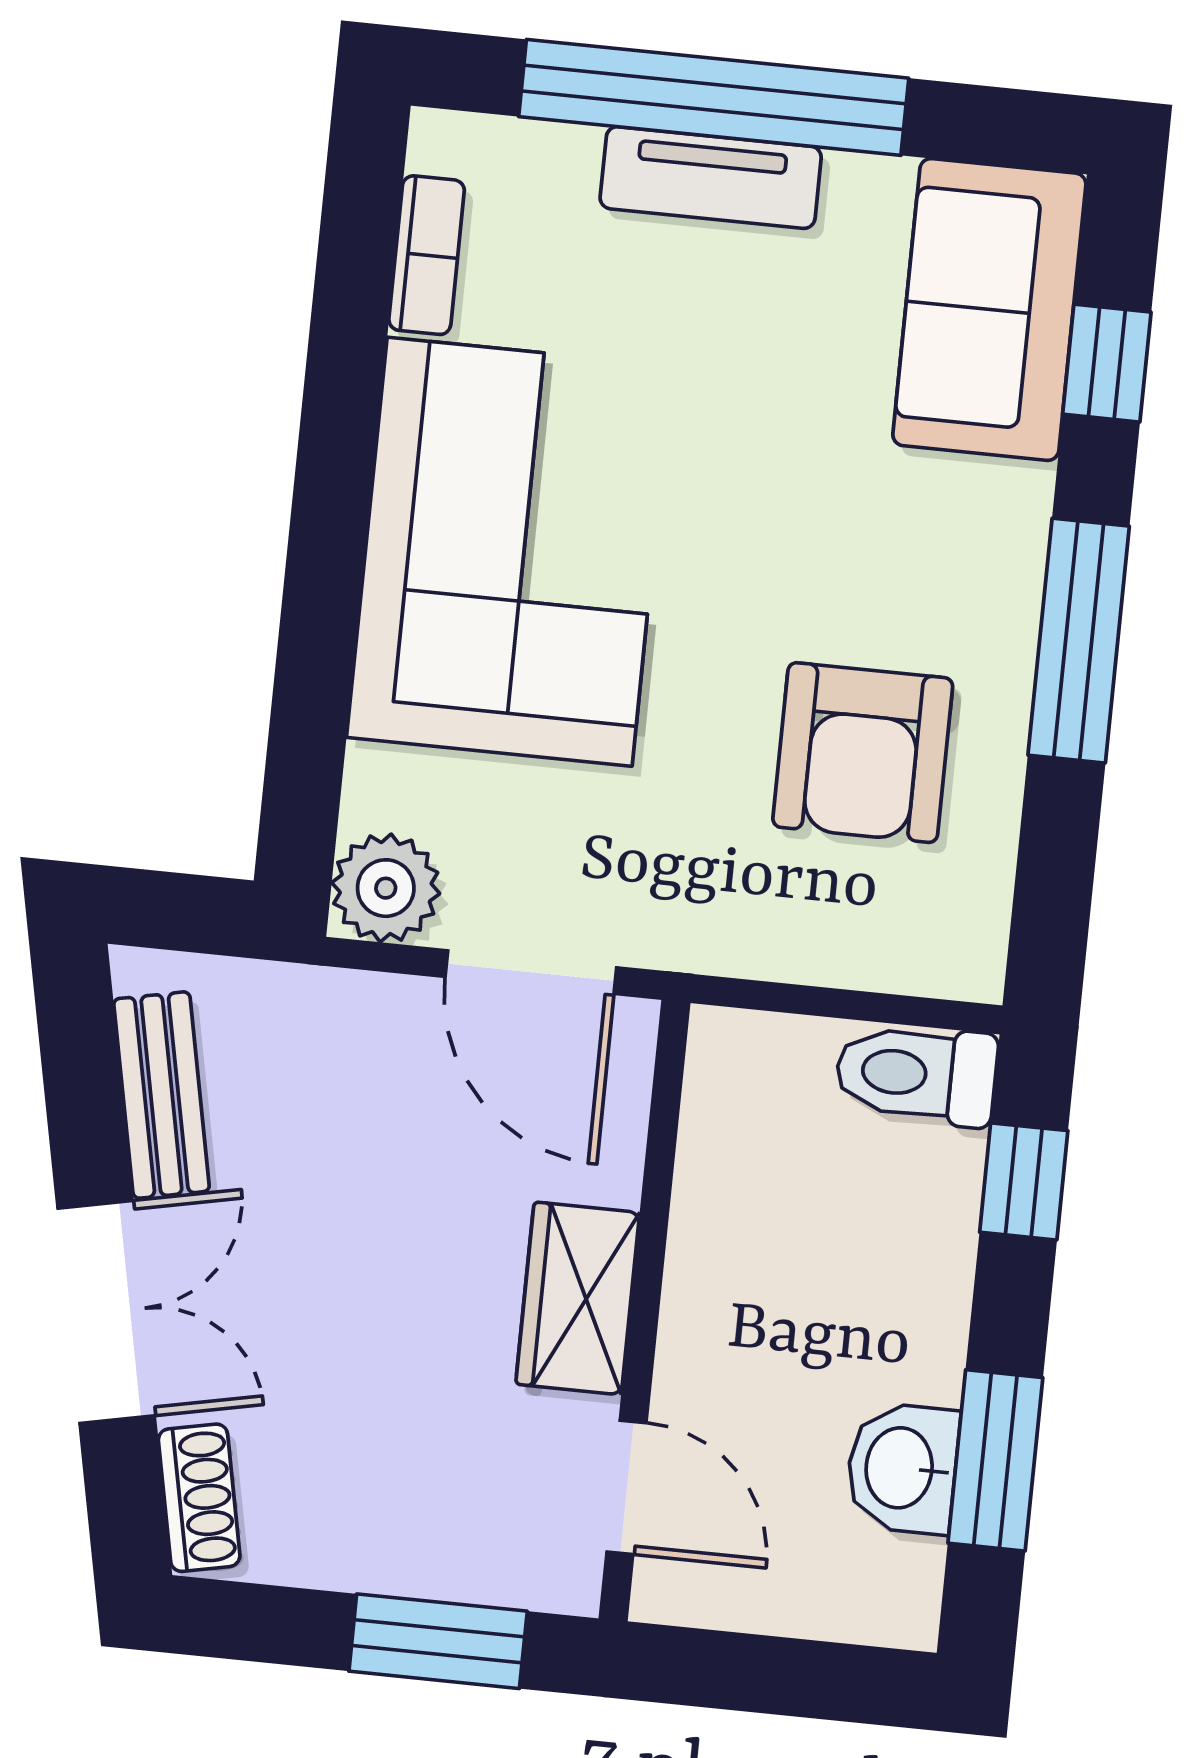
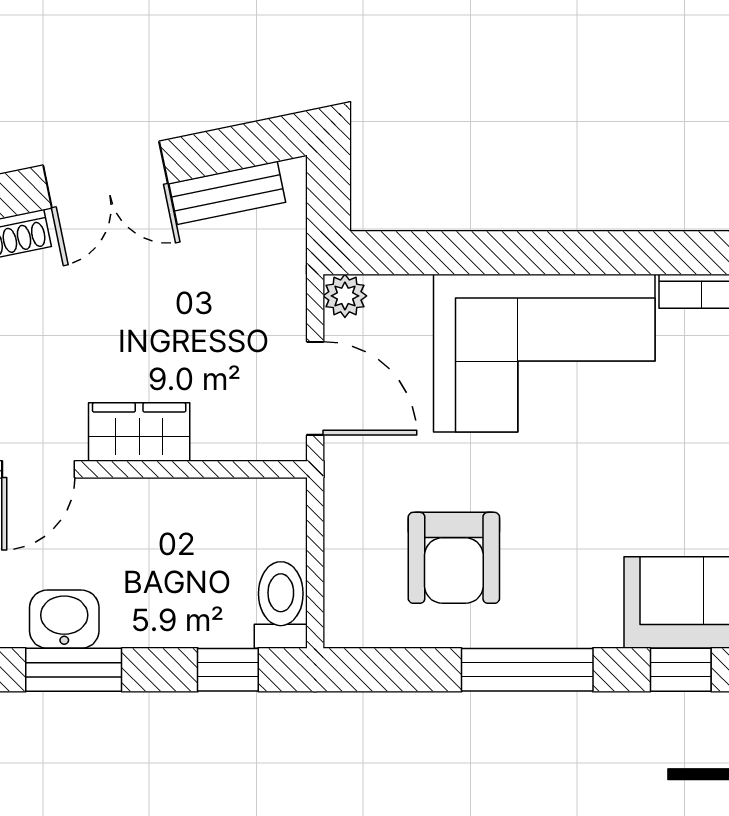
armchair: (863, 753) -> (454, 558), turned -90
plant: (386, 888) -> (345, 296), width x0.73, depth x0.73
door: (531, 972) -> (315, 388), swing flipped

